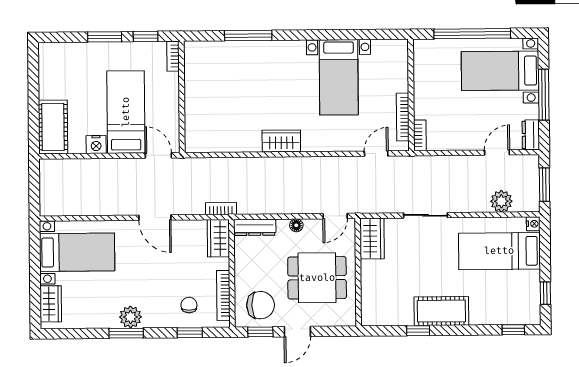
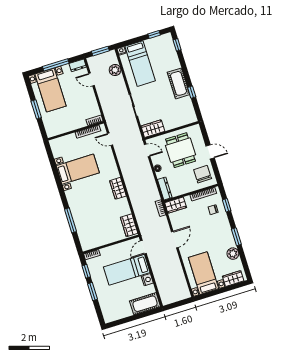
window: (472, 34) -> (36, 109), width x0.47
wardrobe: (207, 141) -> (129, 225), added
plant: (130, 317) -> (233, 254), moved
window: (260, 332) -> (216, 170), removed

